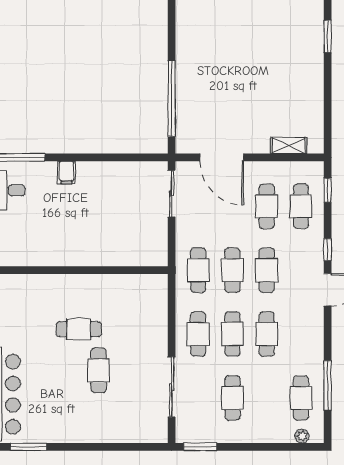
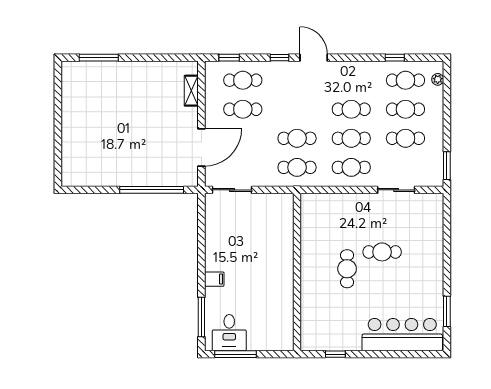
window: (328, 36) -> (99, 58), width x1.44
cafe table: (267, 270) -> (405, 109), moved
window: (328, 385) -> (395, 58), width x0.46
sliding door: (172, 387) -> (396, 190), width x0.73

